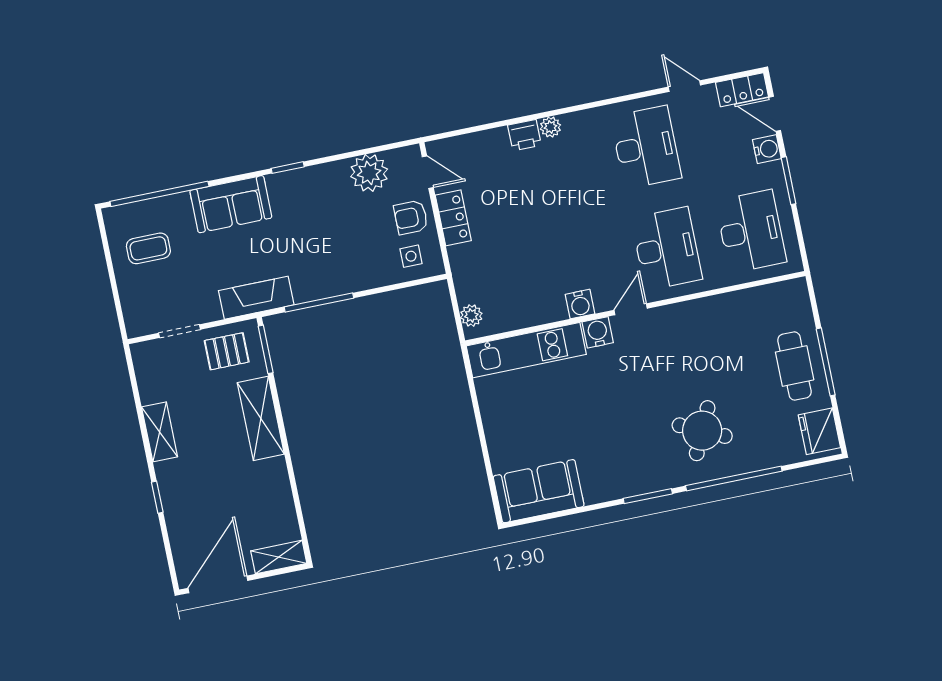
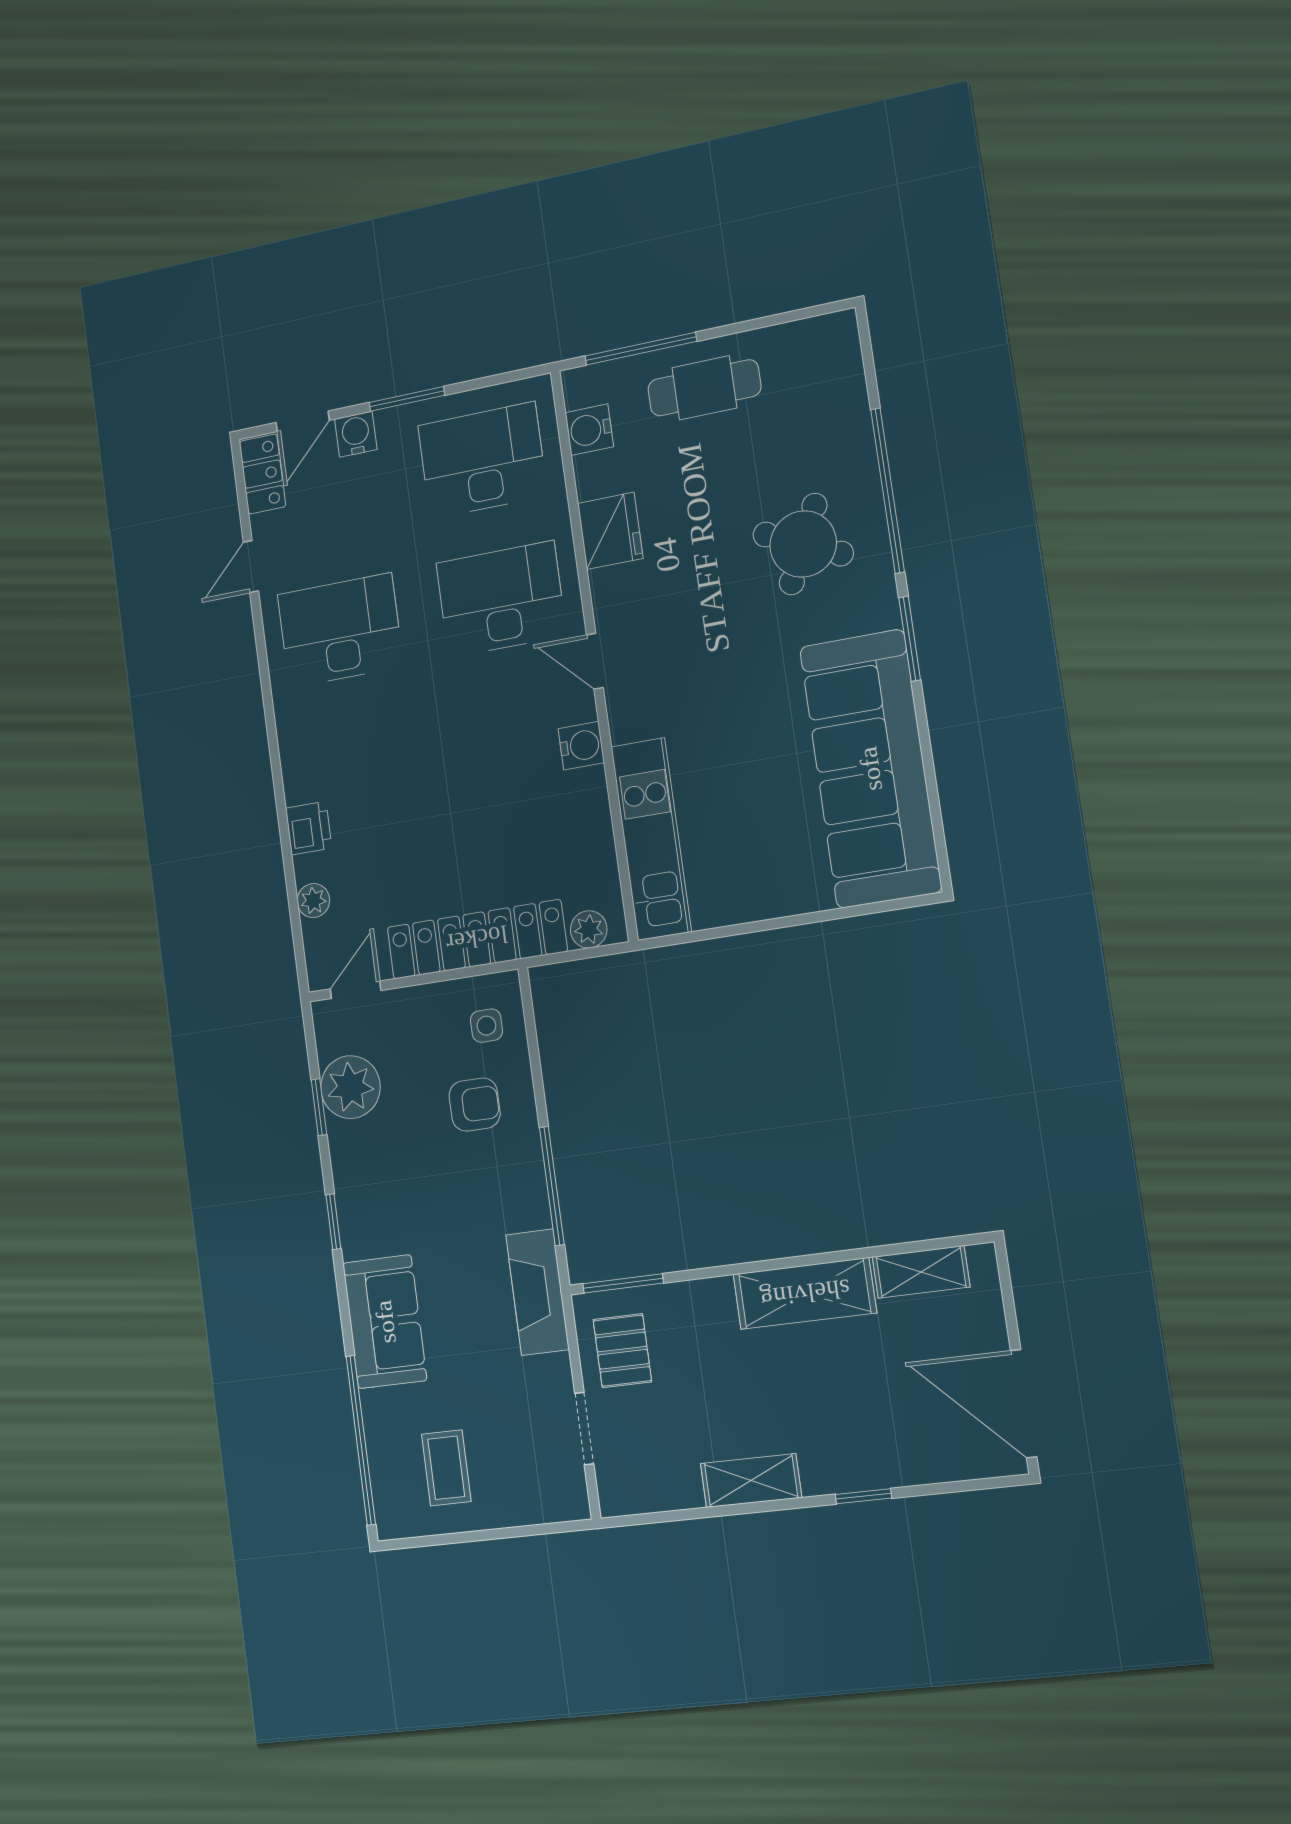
plant: (550, 127) -> (313, 901), moved
window: (356, 154) -> (319, 1107), added
armchair: (411, 217) -> (475, 1105), moved, turned -90
locker: (453, 218) -> (477, 939), width x2.16, depth x1.21
water cooler: (598, 332) -> (589, 430), moved
window: (826, 362) -> (641, 349), moved
shelving: (261, 418) -> (805, 1294), moved
fridge: (819, 431) -> (610, 531), moved, turned -90
sofa: (539, 491) -> (870, 769), width x1.85, depth x1.27
shelving: (279, 557) -> (921, 1272), moved, turned 90

